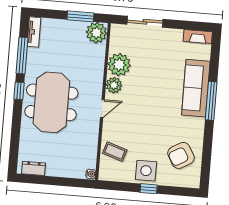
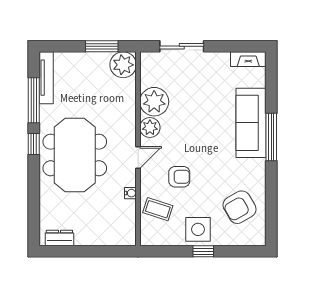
tv unit: (34, 32) -> (46, 78), width x1.41
armchair: (134, 127) -> (179, 177), added
water cooler: (91, 174) -> (130, 193), moved

